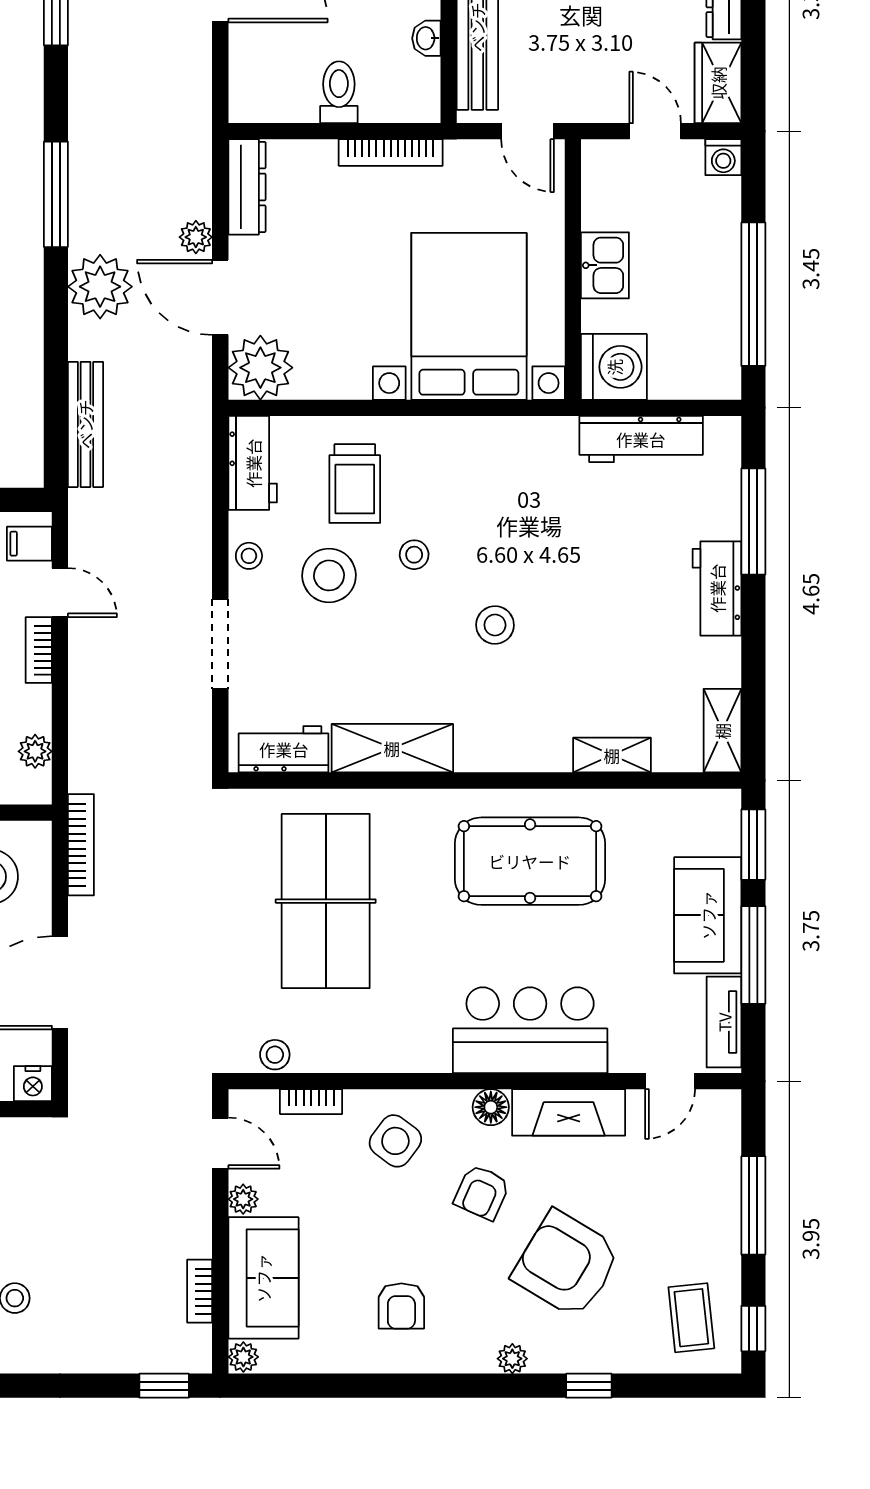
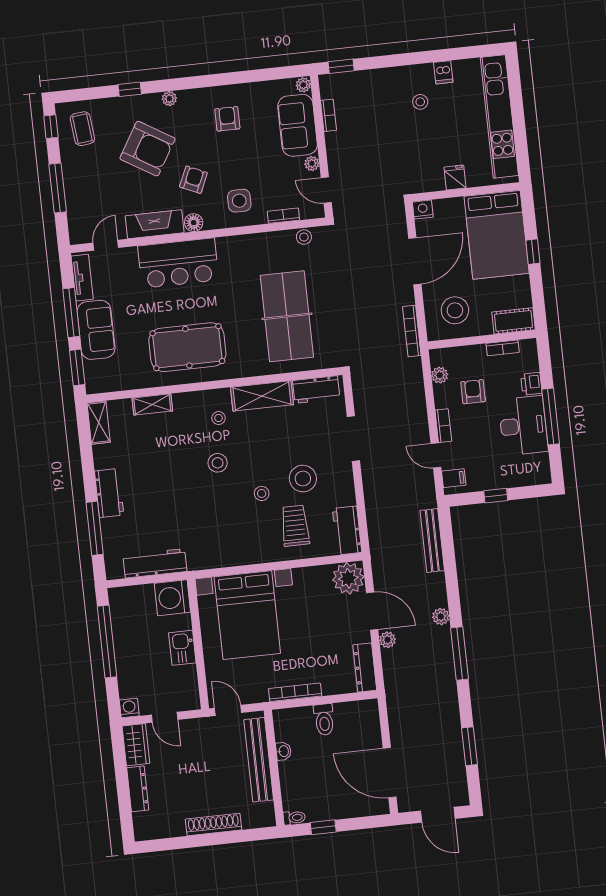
plant: (100, 287) -> (441, 617), width x0.53, depth x0.53
stool: (249, 556) -> (218, 418), moved
side table: (395, 1141) -> (239, 201), turned -37

